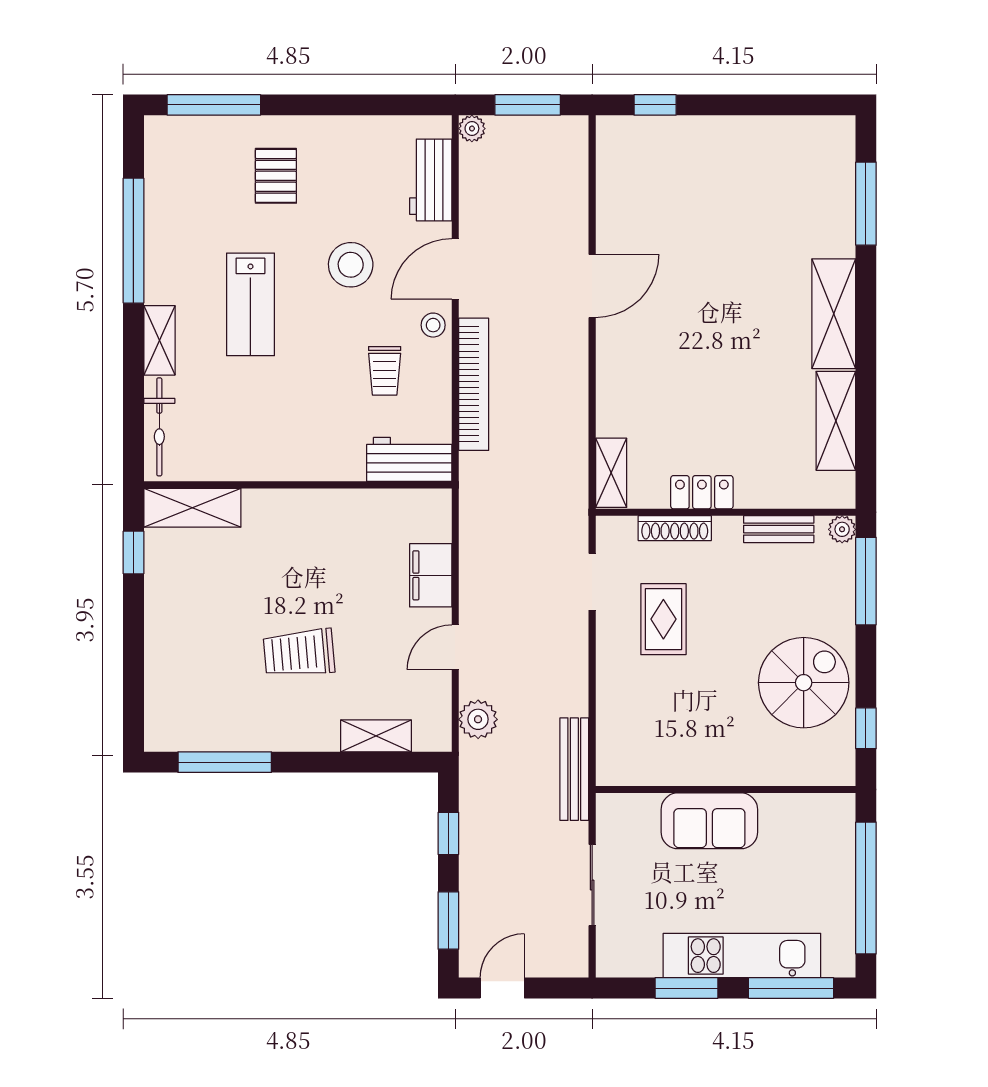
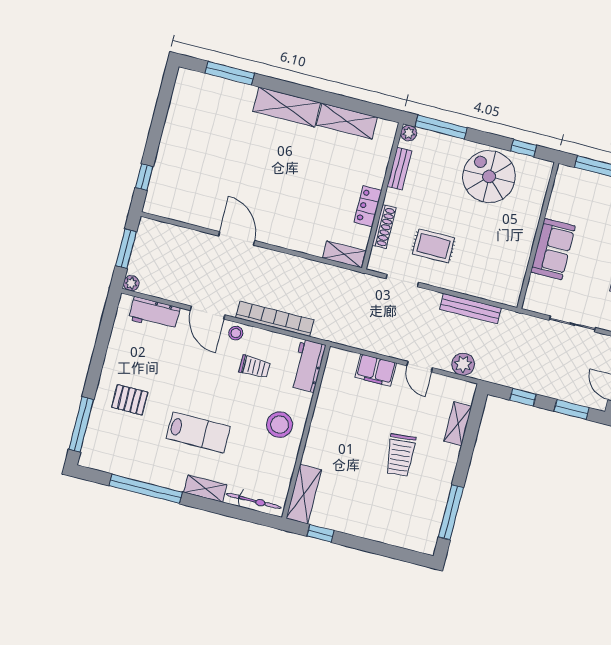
stool: (351, 265) -> (280, 425), moved
bench: (574, 769) -> (470, 309), moved

